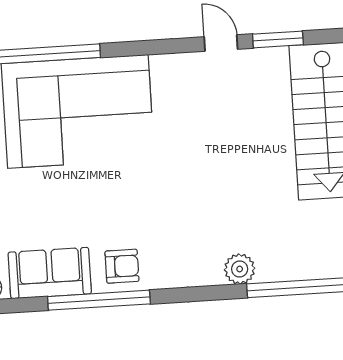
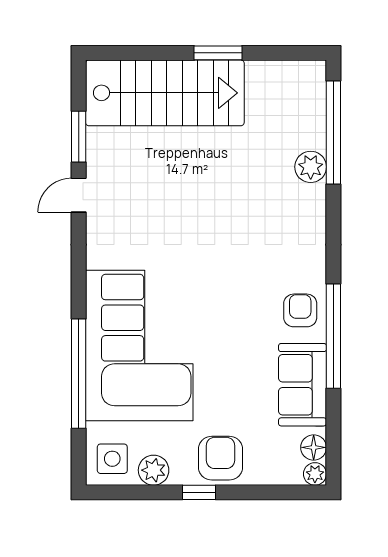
plant: (240, 269) -> (311, 167), moved

